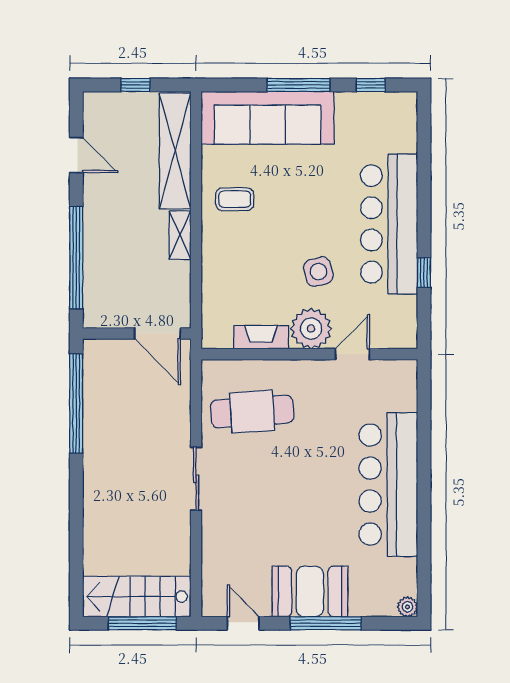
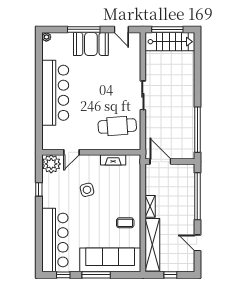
bar counter: (389, 224) -> (55, 240), moved
plant: (311, 329) -> (51, 164), moved

